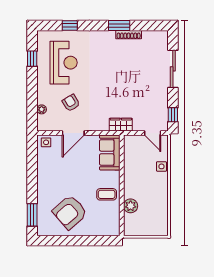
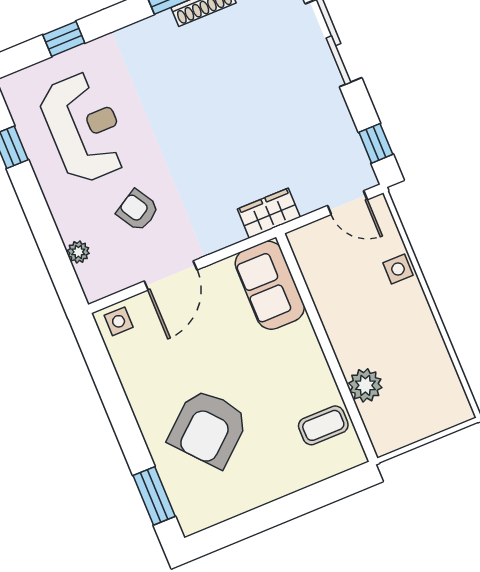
coffee table: (107, 194) -> (323, 425), moved
armchair: (70, 212) -> (208, 428), moved

